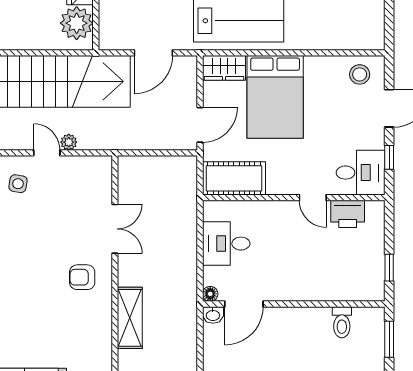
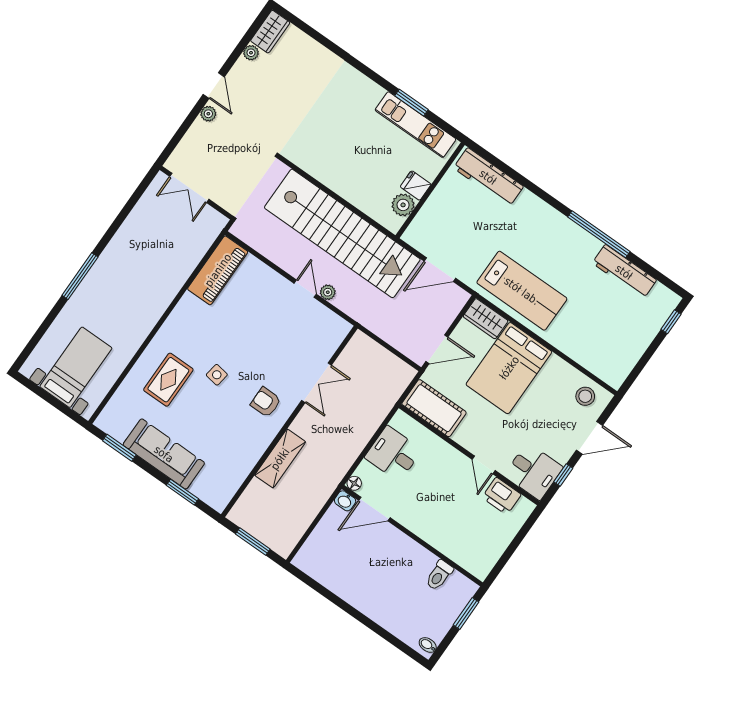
plant: (77, 23) -> (403, 205), width x0.73, depth x0.73
side table: (18, 184) -> (217, 375), moved
window: (389, 268) -> (504, 559), removed

